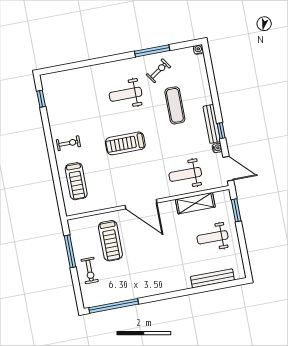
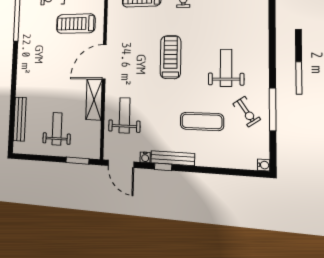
door: (228, 169) -> (121, 164), hinge flipped
shelving: (195, 203) -> (94, 100), moved

